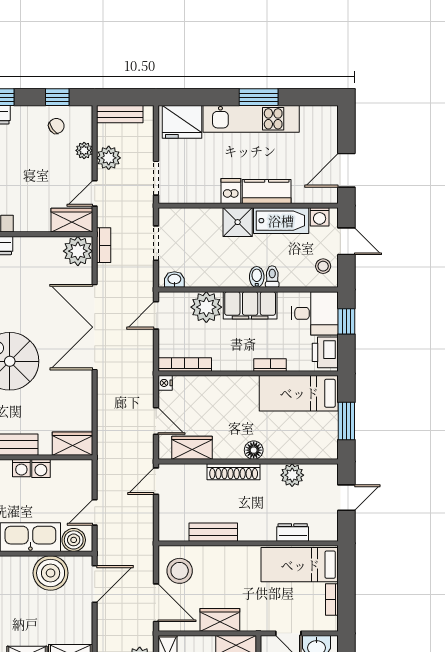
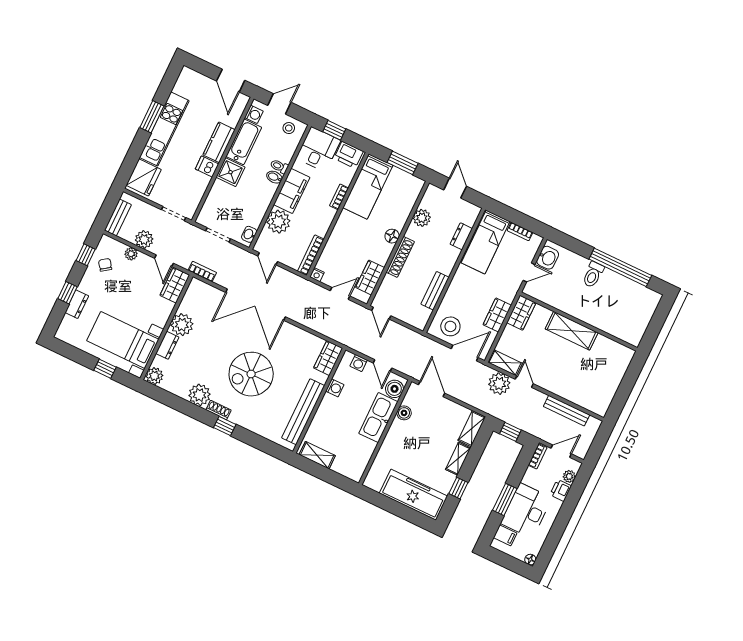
plant: (78, 251) -> (182, 325), moved
washing machine: (21, 468) -> (359, 363), moved, turned 90
boiler: (51, 573) -> (404, 413), width x0.54, depth x0.54

